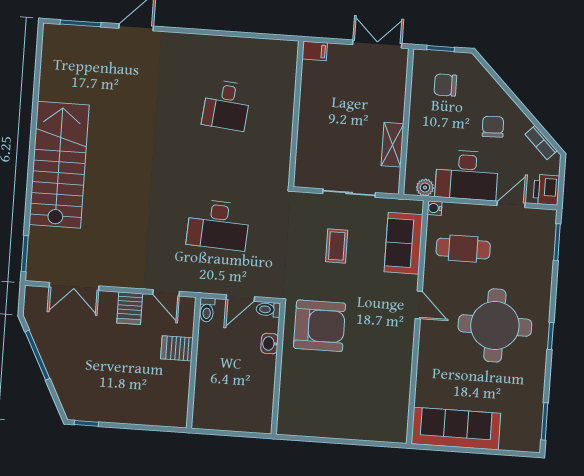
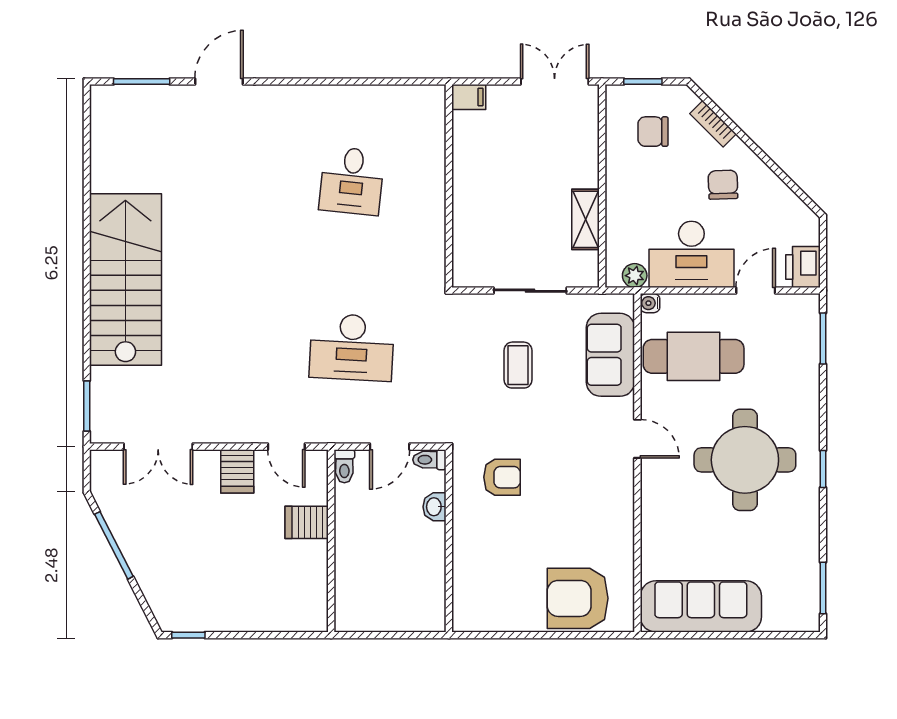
bookcase: (541, 143) -> (713, 124), moved
cafe table: (463, 249) -> (694, 356), width x1.37, depth x1.35
armchair: (320, 326) -> (502, 477), width x0.53, depth x0.53
armchair: (368, 417) -> (578, 598), added

